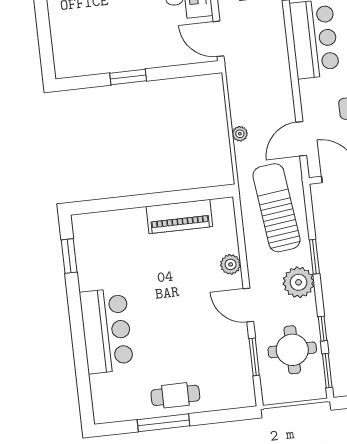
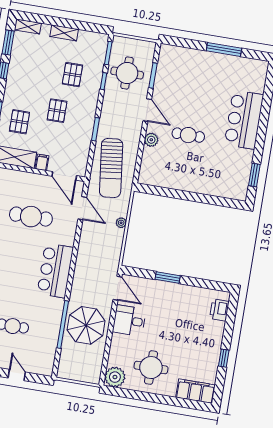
printer: (64, 49) -> (219, 310), added
window: (128, 77) -> (168, 278), moved
door: (301, 139) -> (82, 208), hinge flipped
piano: (179, 216) -> (176, 180), removed
plant: (299, 282) -> (111, 116), removed
cafe table: (175, 395) -> (188, 135), moved

